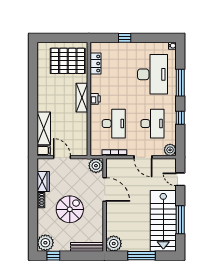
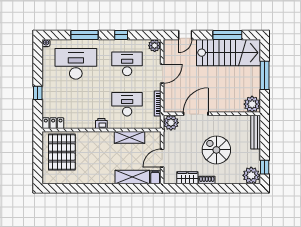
locker: (96, 63) -> (53, 123), moved
shelving: (82, 98) -> (129, 137), moved

